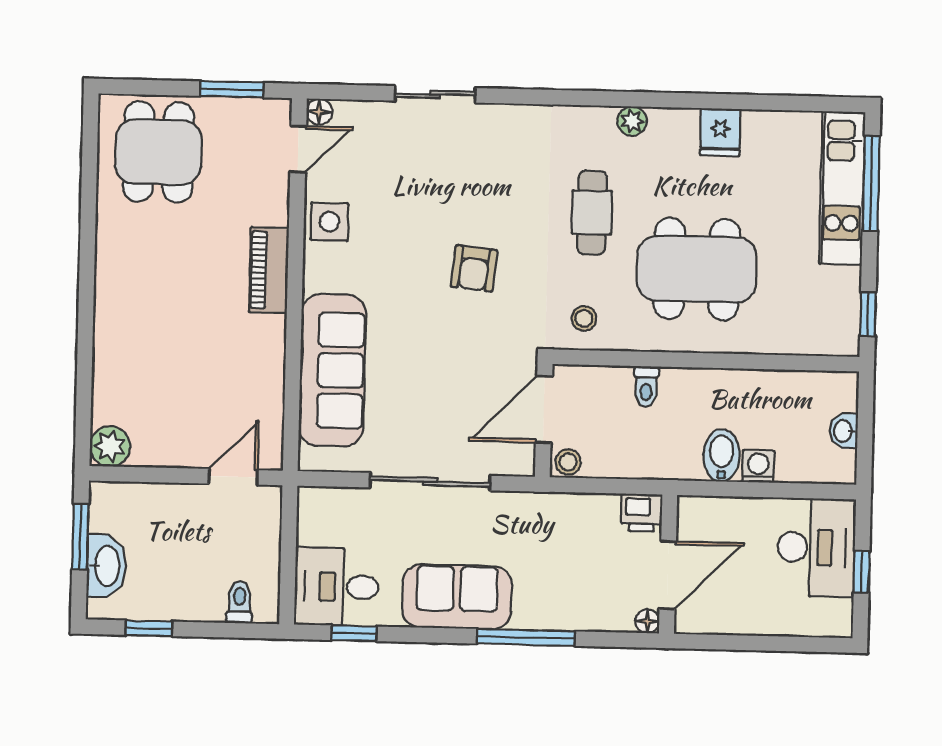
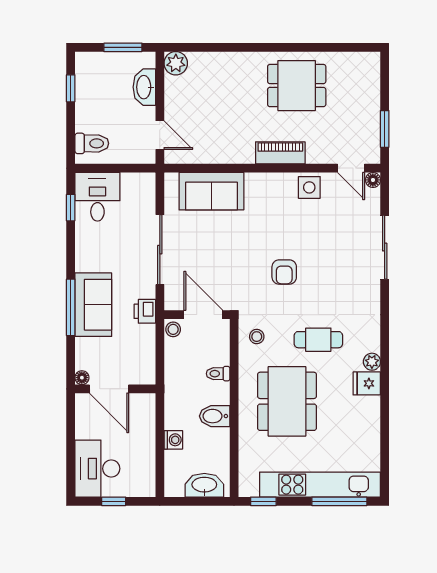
sliding door: (435, 94) -> (385, 247), width x1.37
fridge: (720, 132) -> (367, 383), moved
dining table: (158, 152) -> (297, 86), moved
kitchen unit: (842, 188) -> (320, 485), width x1.36
armchair: (474, 268) -> (284, 272), turned -96
sofa: (332, 370) -> (211, 191), width x0.73
washbasin: (844, 431) -> (204, 485), width x1.91, depth x1.45
bidet: (722, 455) -> (215, 416), moved, turned 180
printer: (642, 513) -> (145, 311), moved
desk: (816, 548) -> (97, 469), moved, turned 90
washbasin: (106, 566) -> (144, 87), moved, turned 90
sofa: (457, 597) -> (93, 305), moved
toilet: (240, 602) -> (92, 143), width x1.37, depth x1.39

